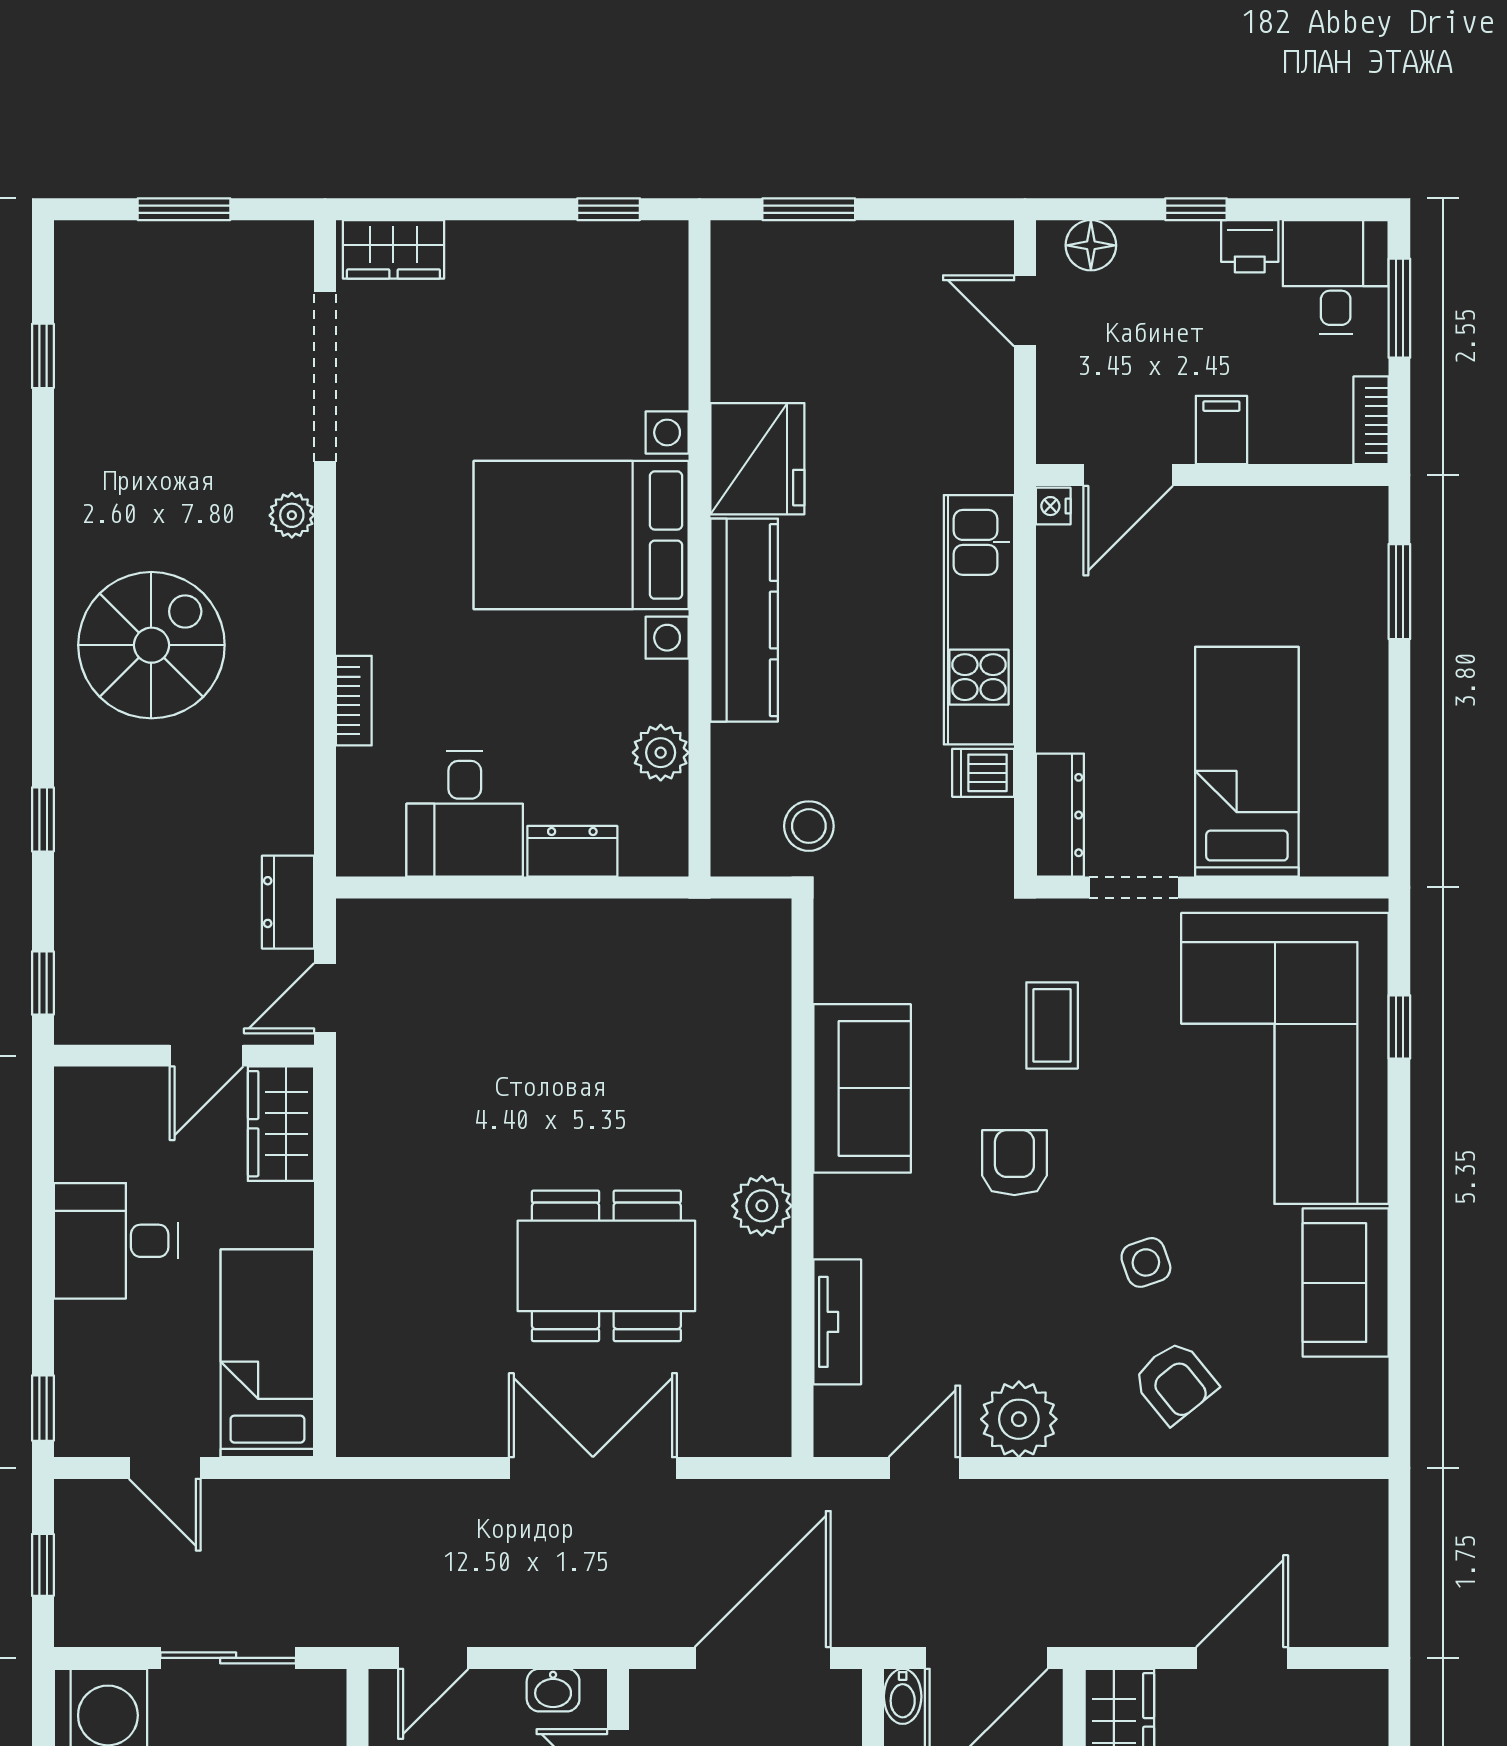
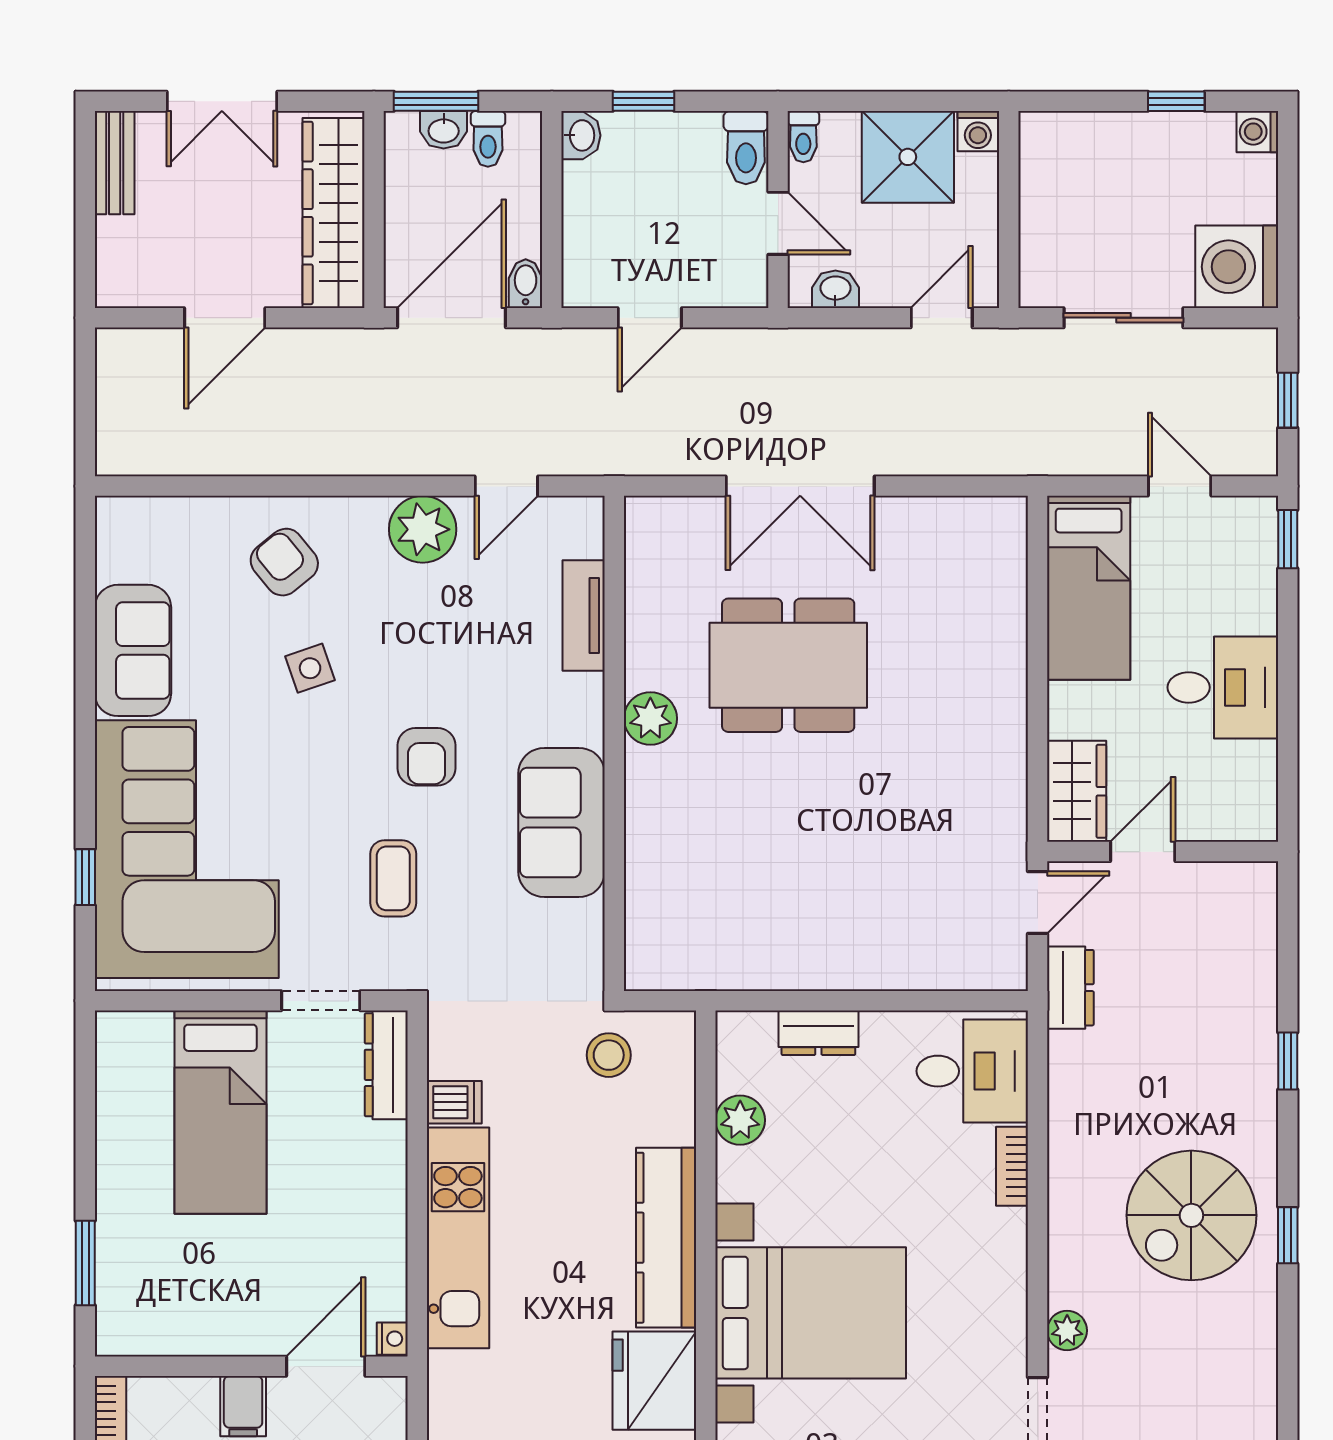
desk: (465, 814) -> (972, 1071), moved, turned 90
window: (43, 983) -> (1288, 1235), moved
door: (763, 1658) -> (650, 318), width x0.53

